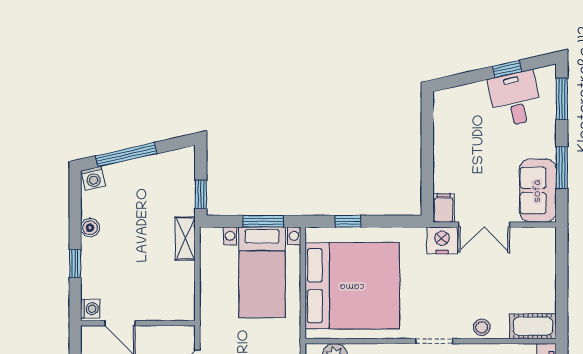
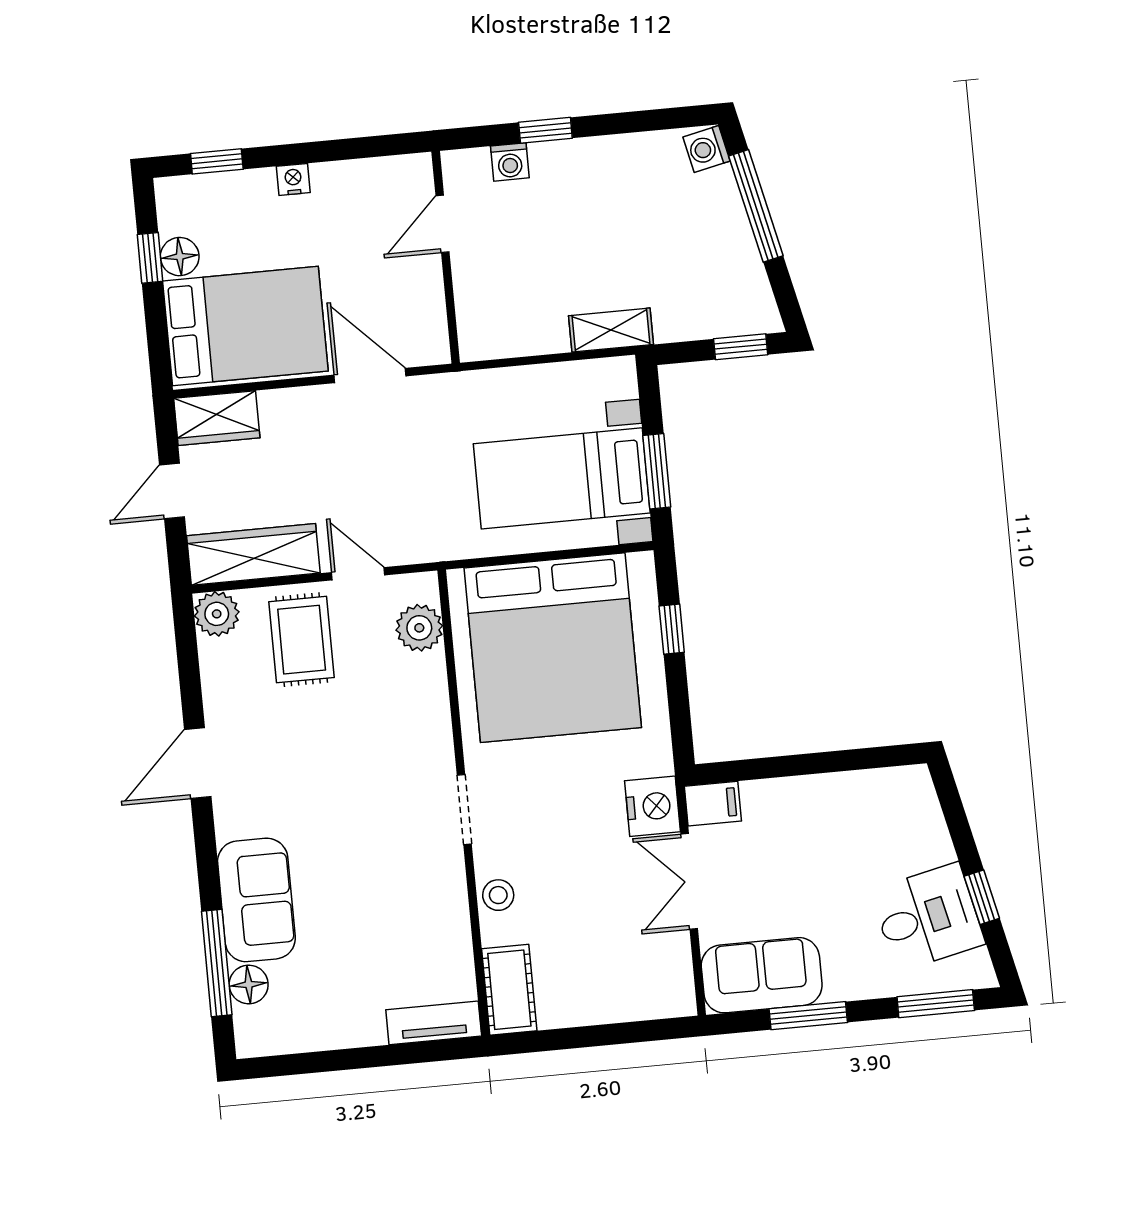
window: (201, 194) -> (741, 347), moved
boiler: (90, 228) -> (614, 152), removed
washing machine: (90, 309) -> (510, 162), moved

